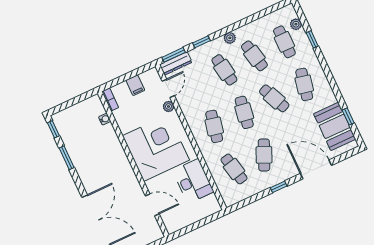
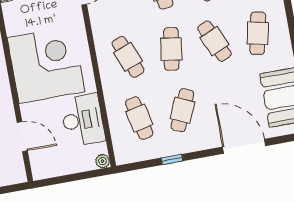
plant: (168, 107) -> (103, 161), moved
cafe table: (214, 126) -> (128, 57), turned -33
window: (279, 187) -> (172, 159), moved

